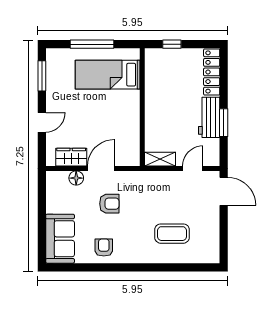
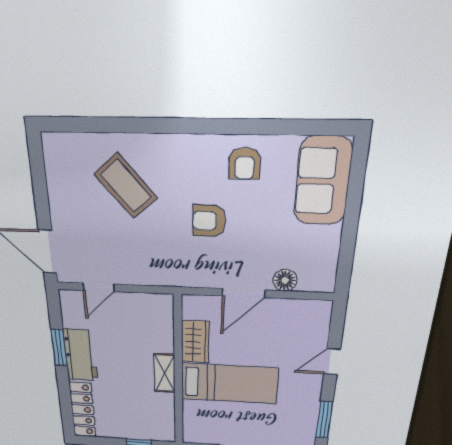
bed: (108, 75) -> (229, 384), moved
wardrobe: (71, 157) -> (195, 342), moved, turned -90
shelving: (160, 159) -> (165, 373), moved, turned 90
armchair: (109, 204) -> (209, 221), moved
coffee table: (172, 234) -> (126, 186), turned 49

